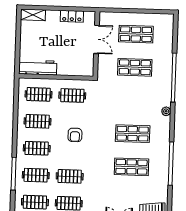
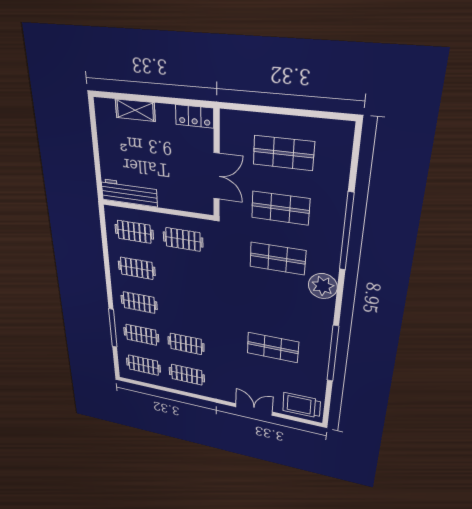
shelving: (33, 15) -> (135, 110), moved
locker: (72, 16) -> (195, 116), moved
double door: (96, 39) -> (217, 176), moved
plant: (166, 111) -> (323, 286), width x1.88, depth x1.88
shop shelf: (133, 134) -> (278, 259), moved
armchair: (75, 135) -> (190, 294), removed

